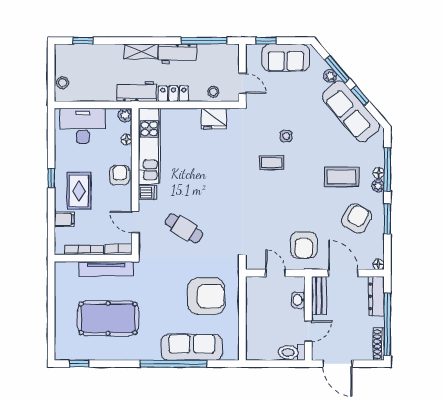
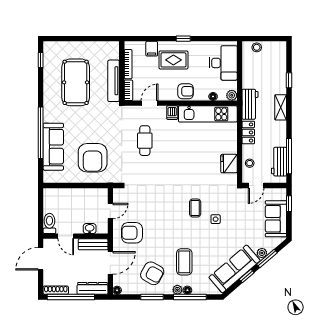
window: (83, 41) -> (289, 80), moved
workbench: (178, 54) -> (279, 162), moved
cafe table: (184, 228) -> (145, 141), turned -32

